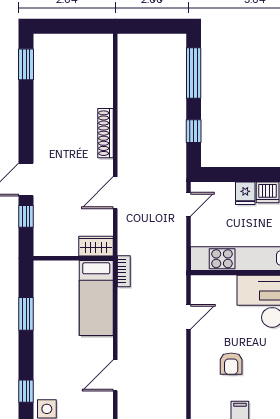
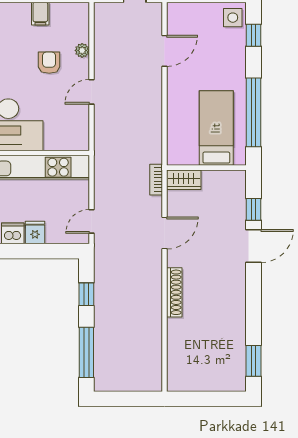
bookcase: (124, 271) -> (156, 180), moved
bed: (96, 298) -> (216, 128), moved
window: (26, 314) -> (253, 112), width x2.11
door: (189, 317) -> (92, 92), moved
plant: (198, 376) -> (82, 50), added

